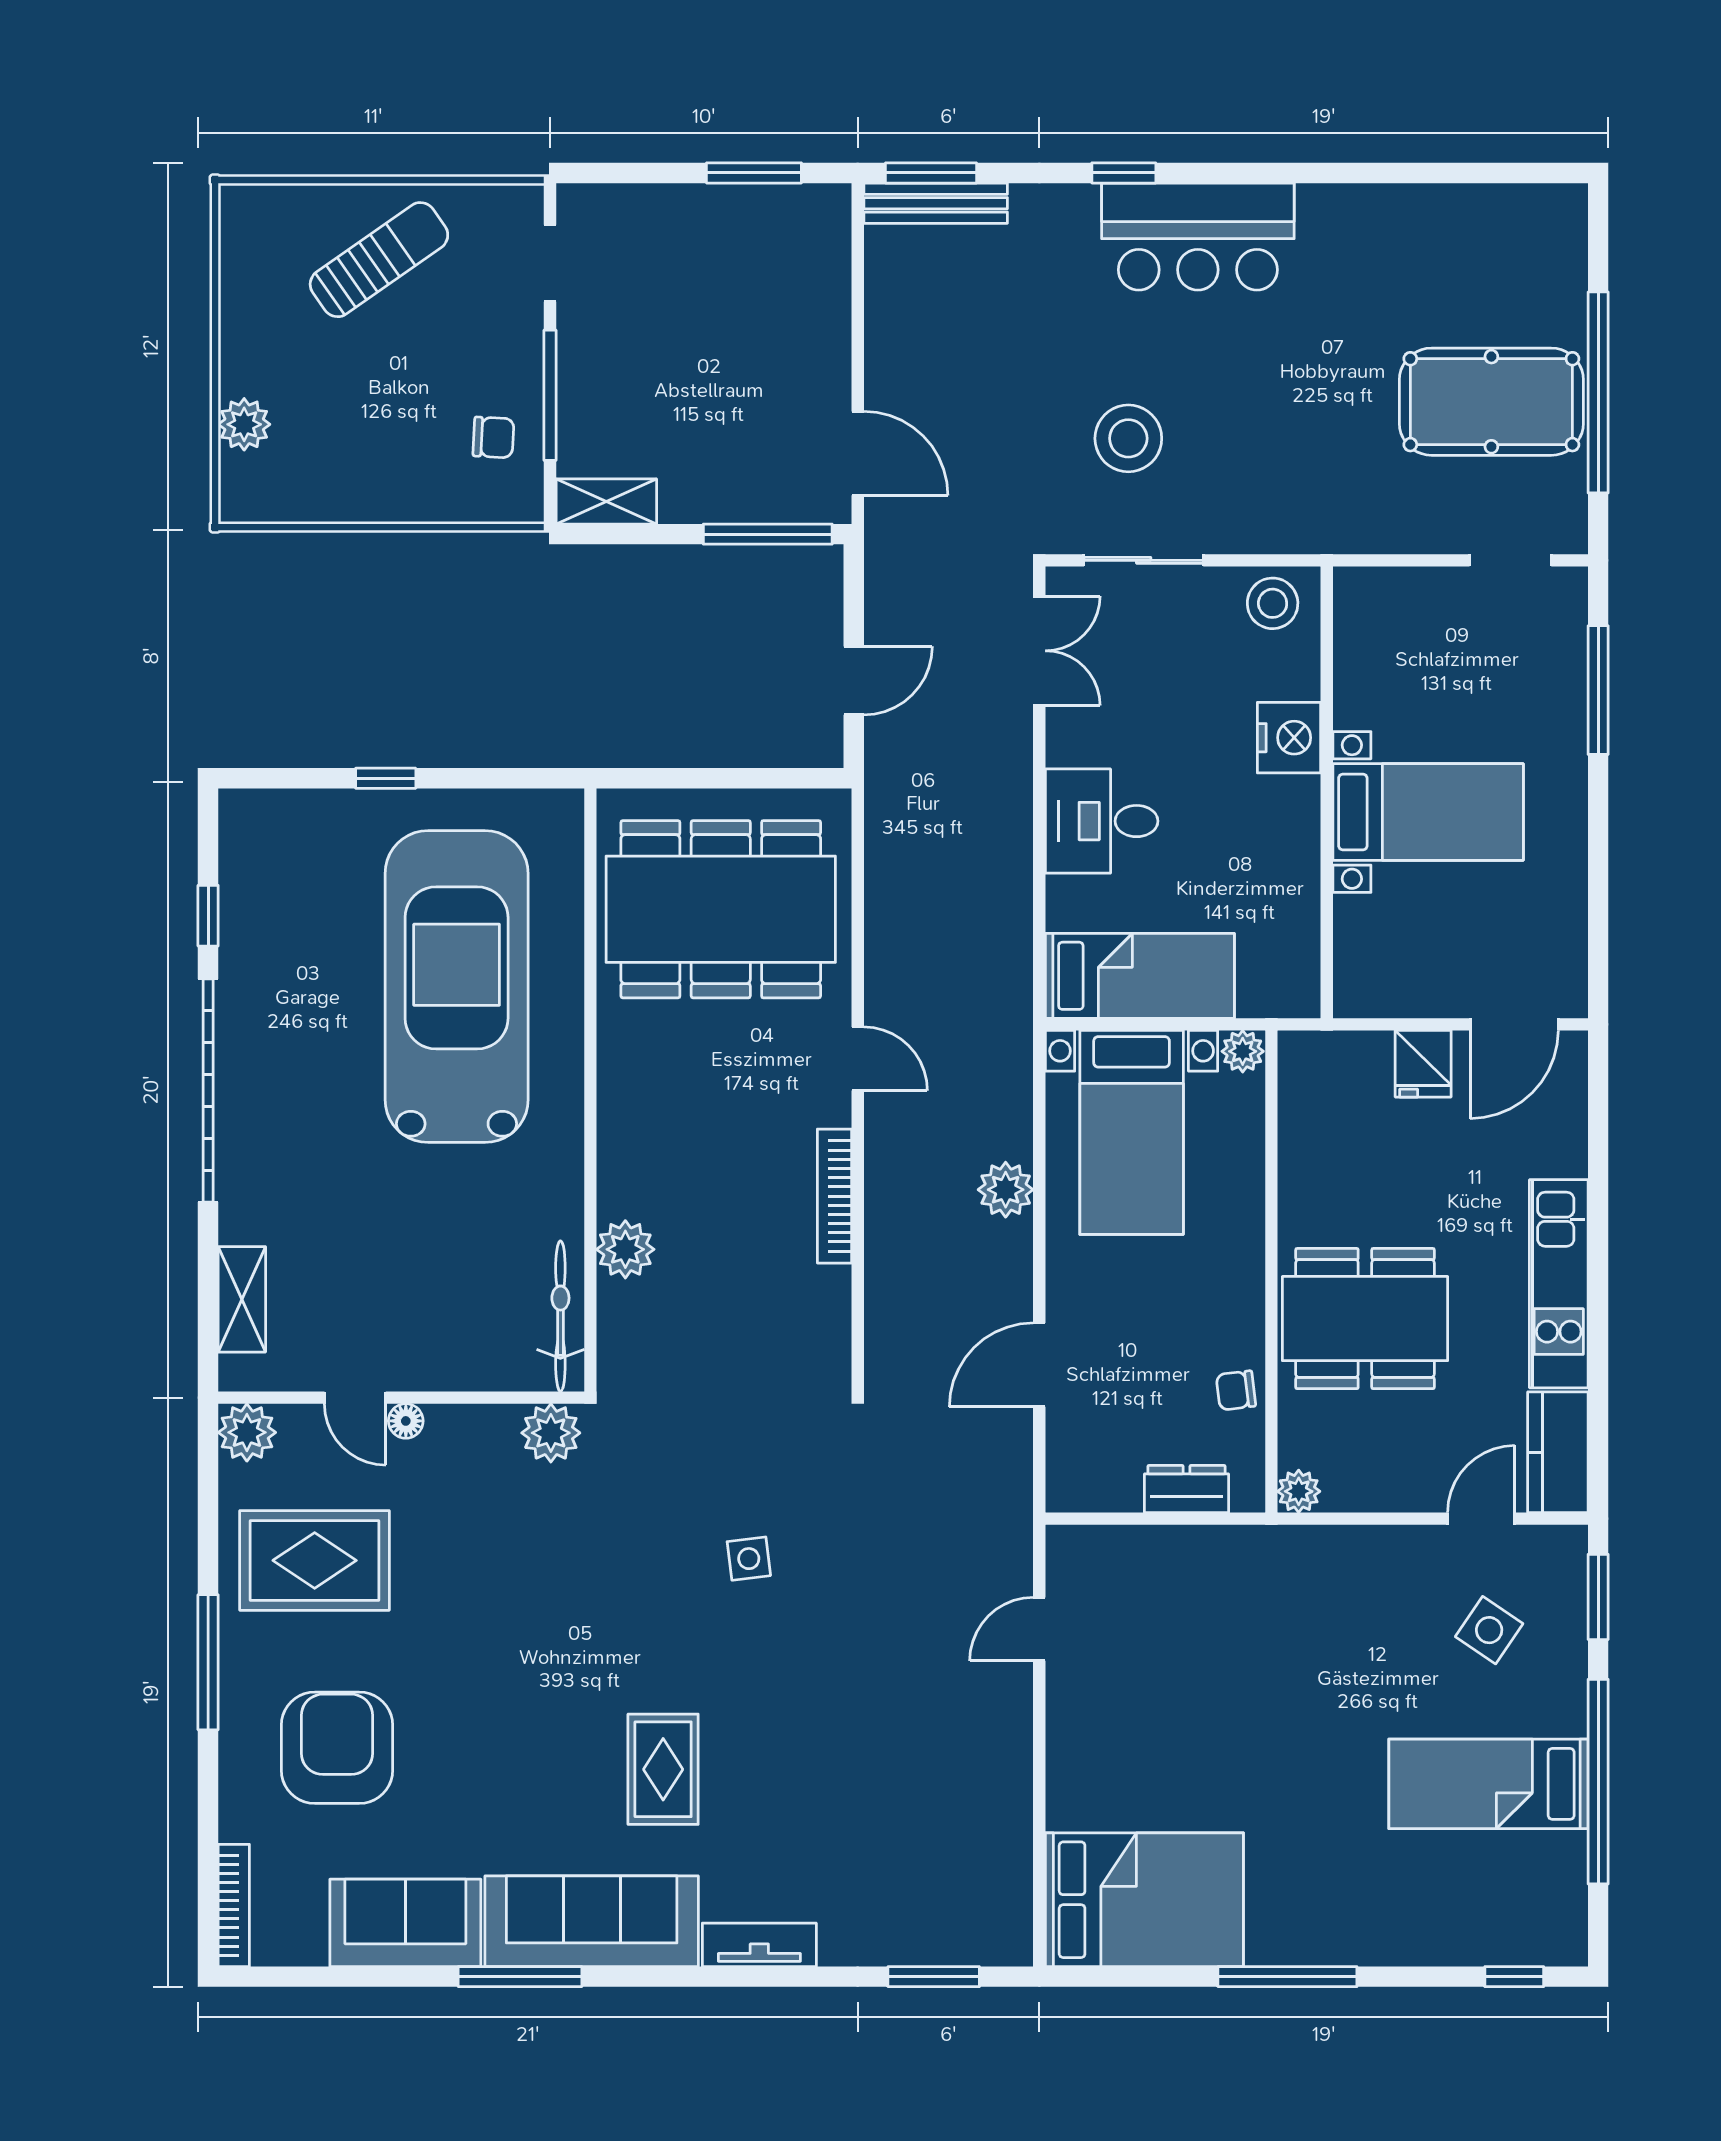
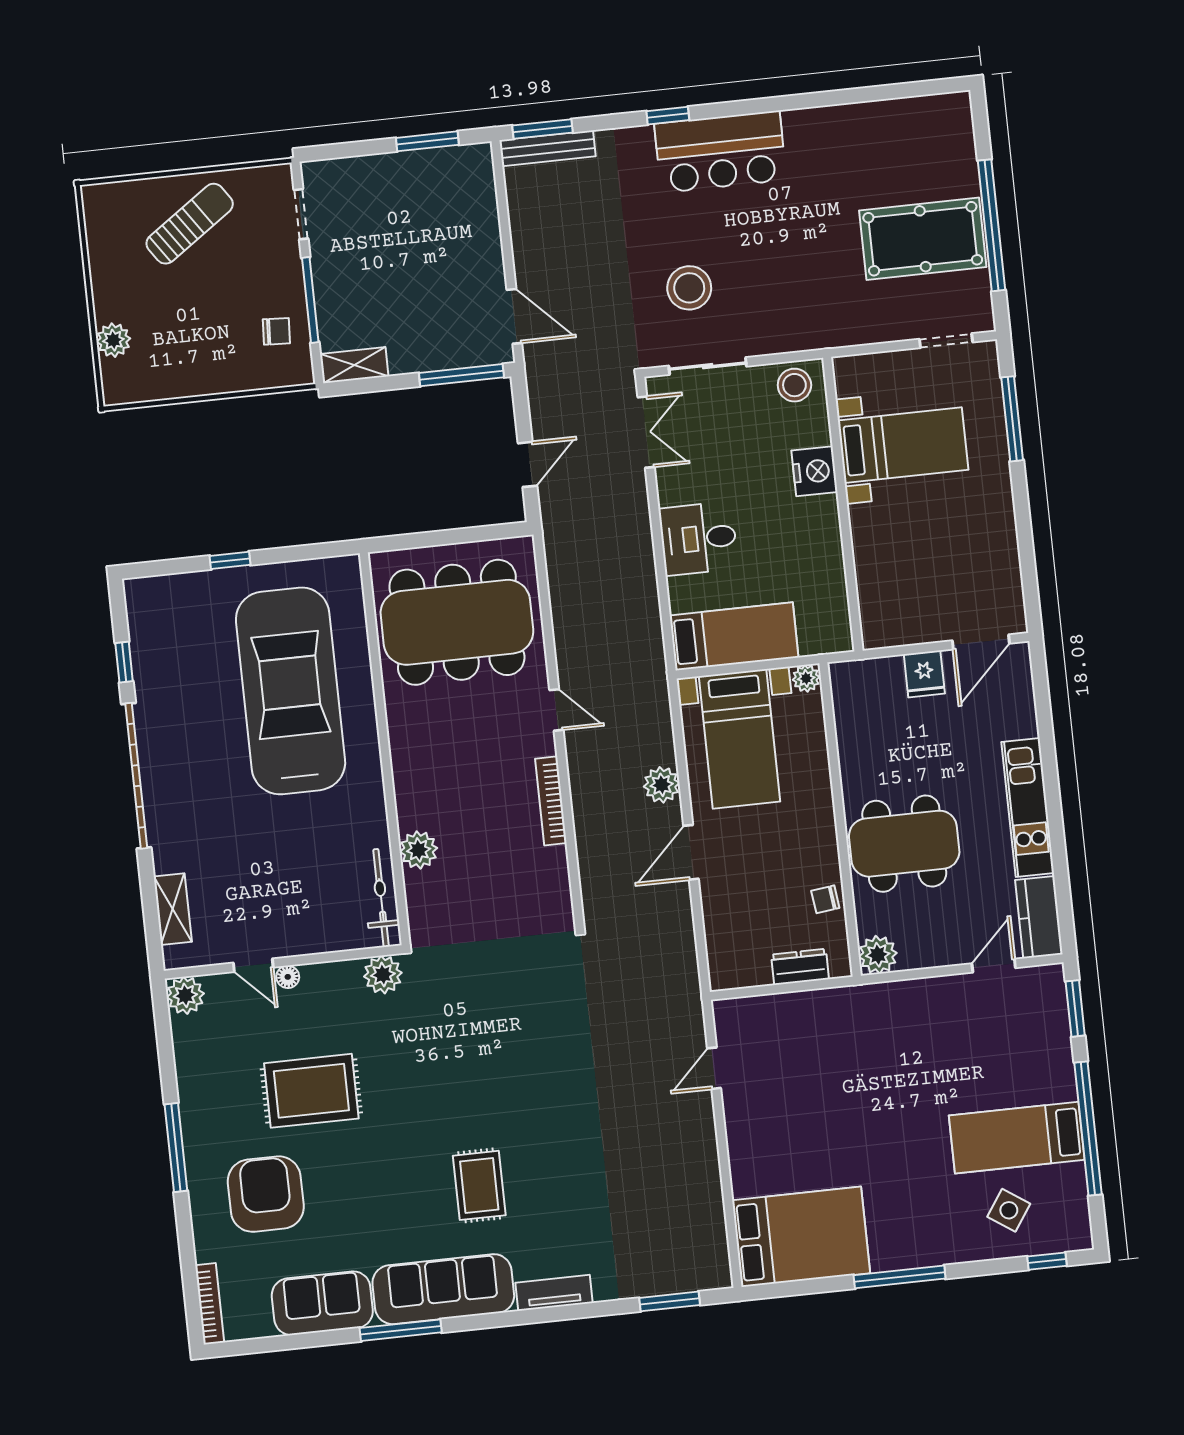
bed with nightstands: (1428, 812) -> (903, 445), moved
door: (1039, 1365) -> (691, 852), moved
plant: (1299, 1491) -> (878, 955), width x1.38, depth x1.38
side table: (749, 1559) -> (520, 1043), removed
rug: (315, 1560) -> (311, 1091), moved
side table: (1489, 1630) -> (1009, 1210), moved

